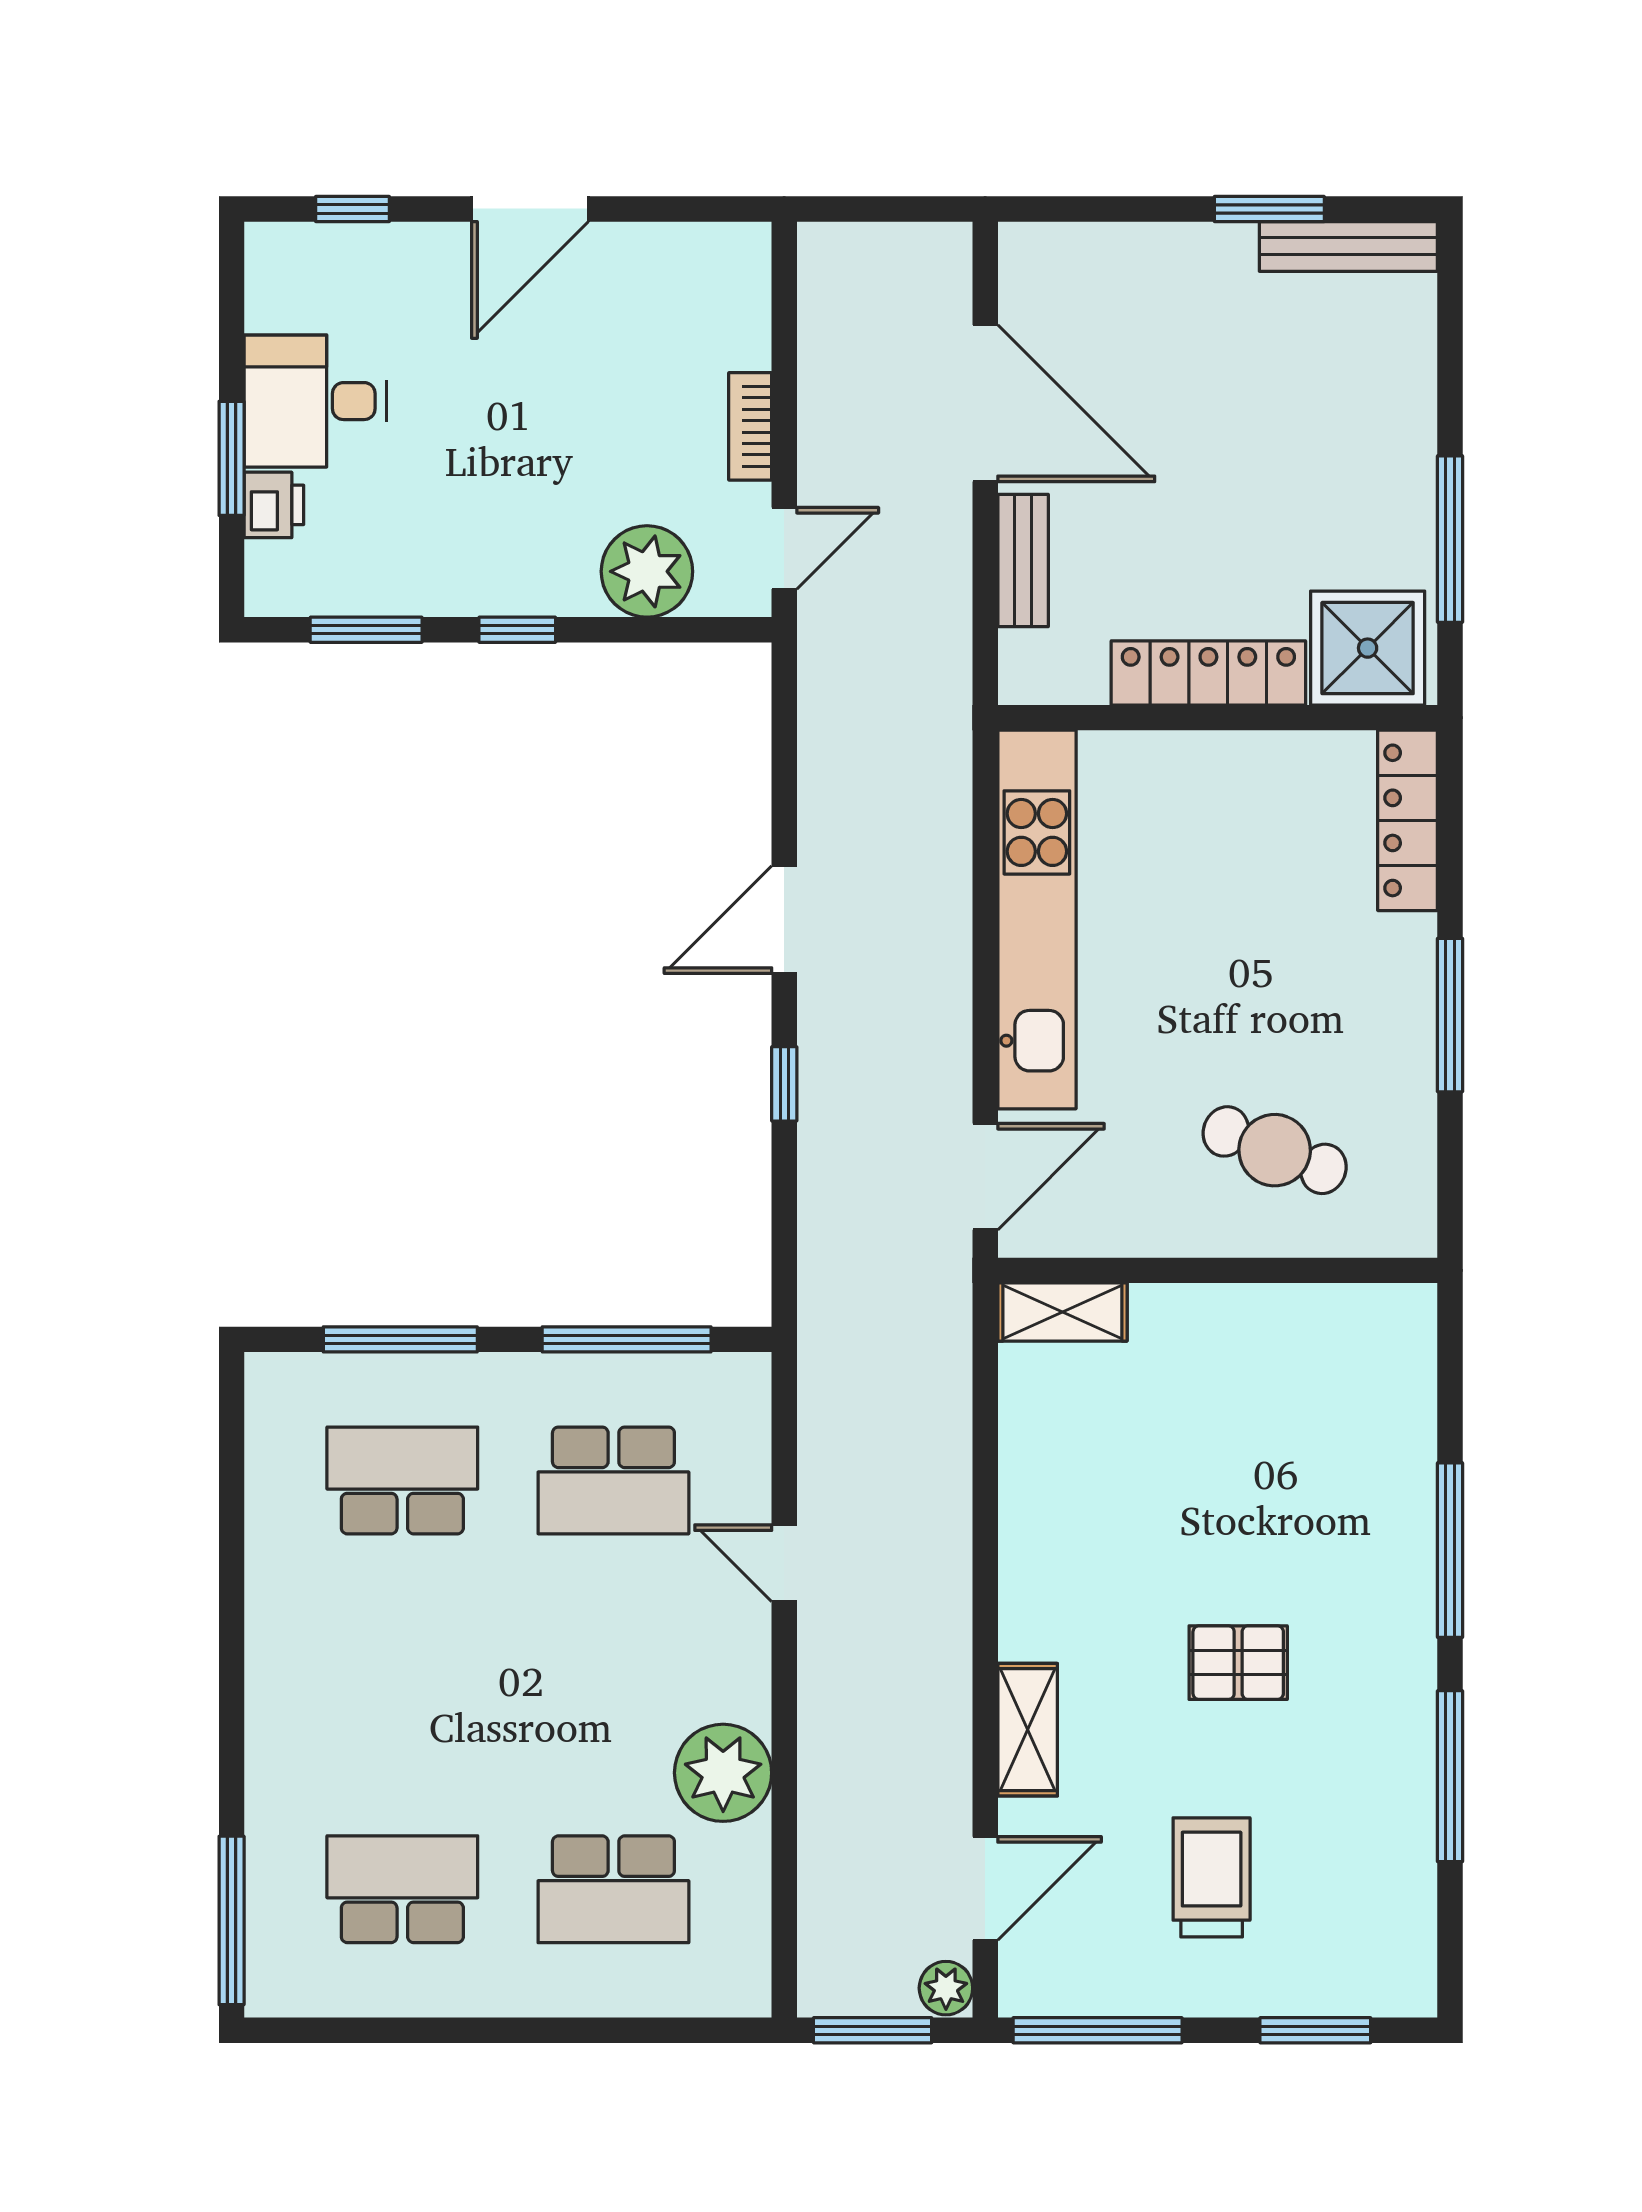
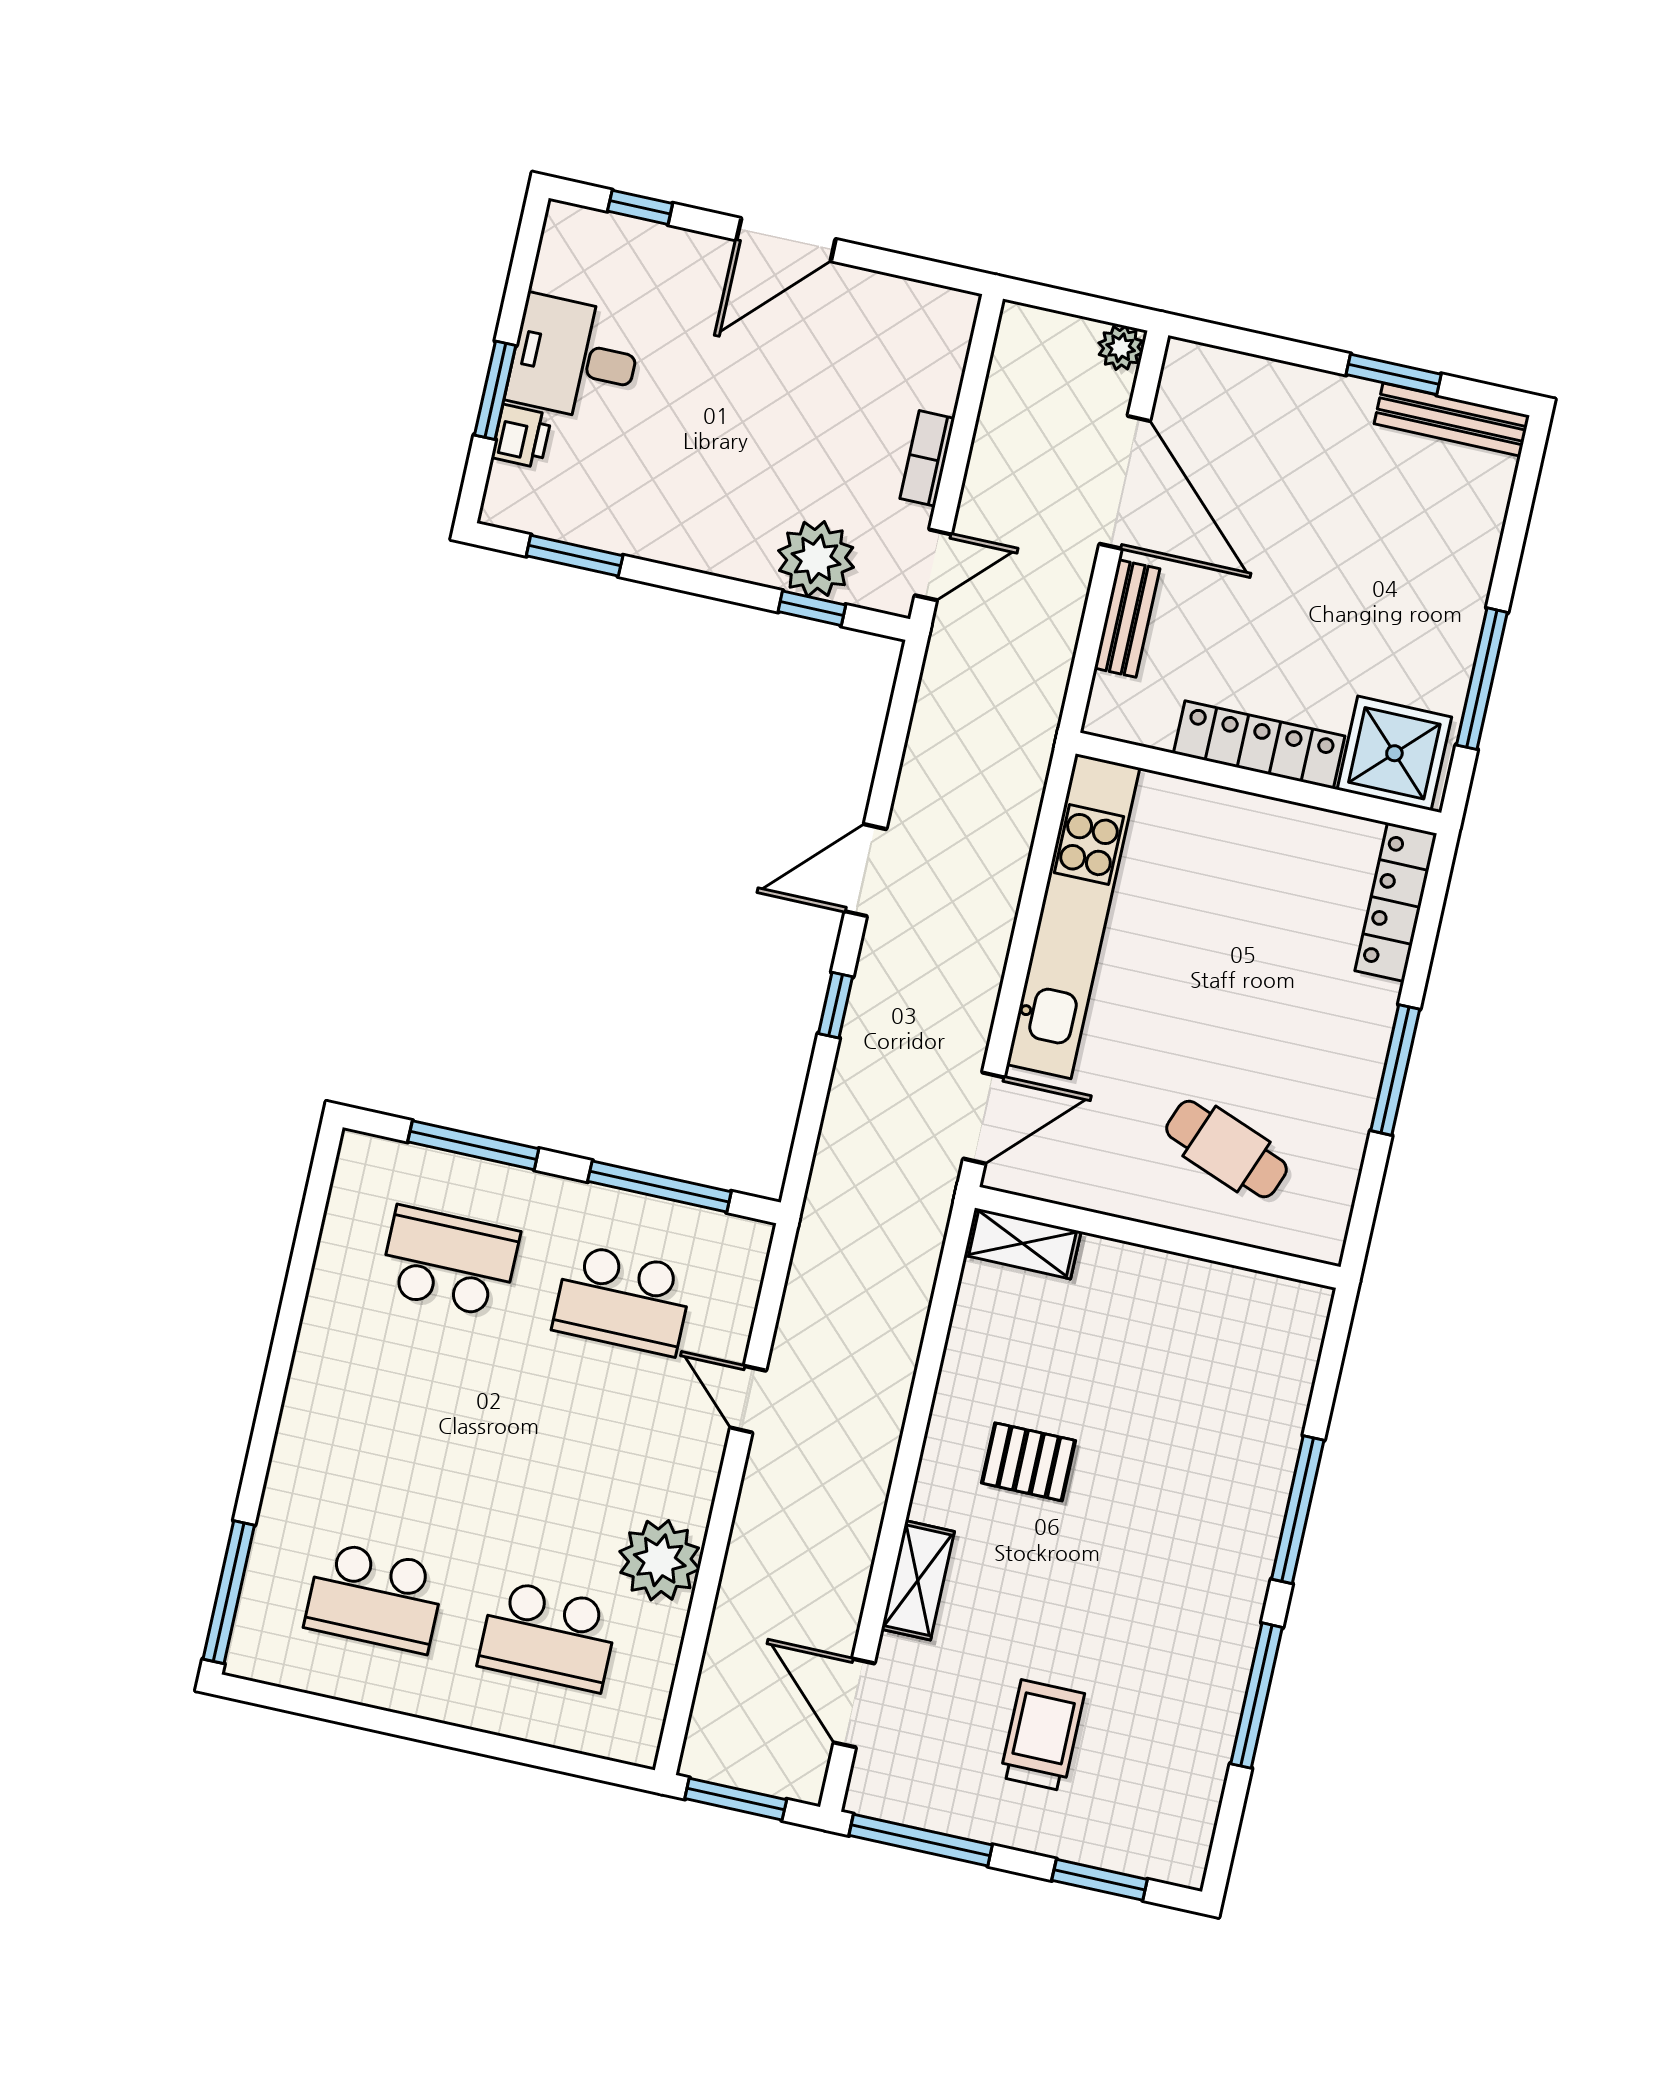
window: (517, 630) -> (812, 608), moved
pallet: (1238, 1663) -> (1029, 1462), moved
door: (985, 1888) -> (854, 1703), swing flipped
school desk: (402, 1889) -> (375, 1598), turned 180
plant: (946, 1988) -> (1121, 348), moved

